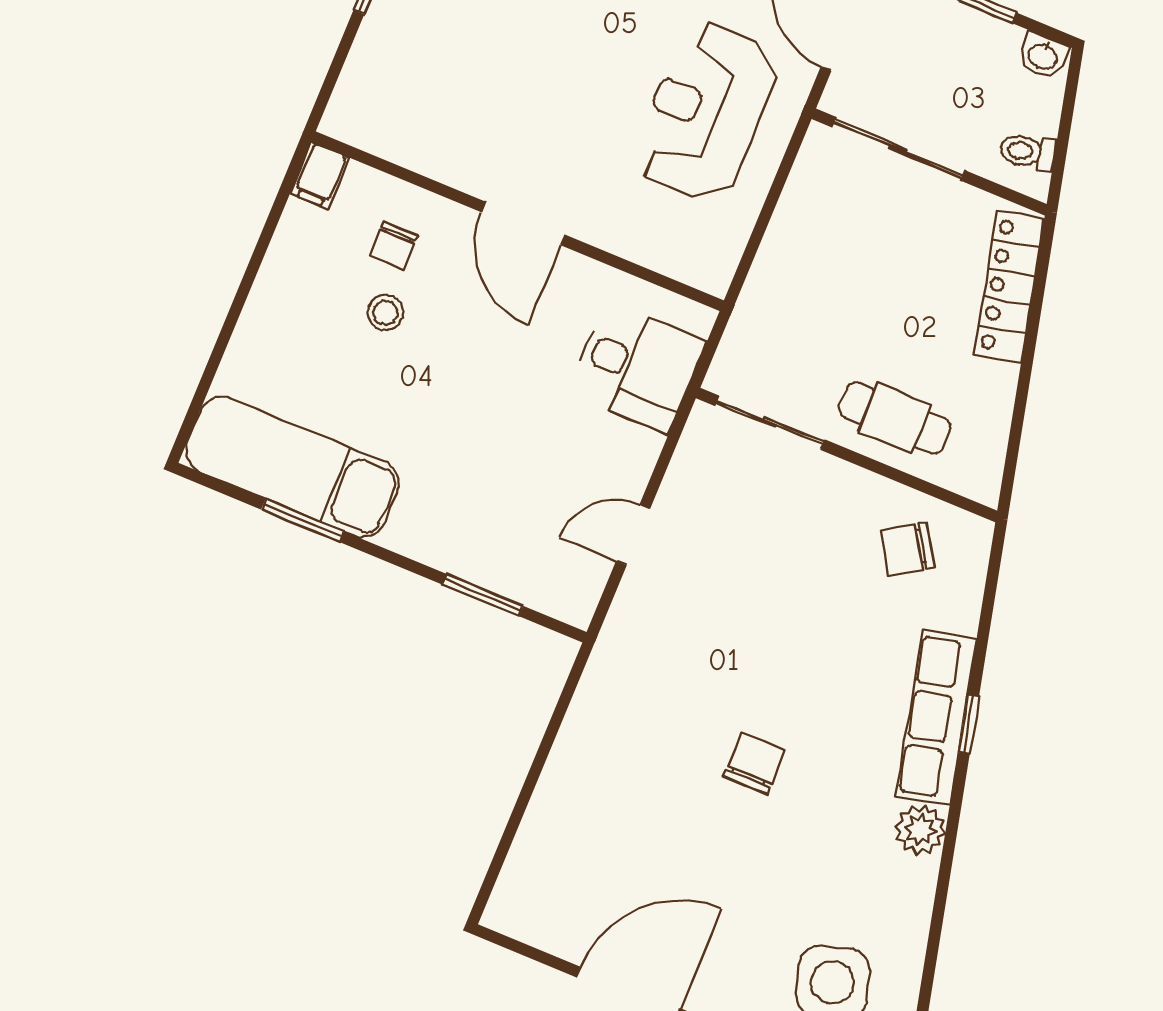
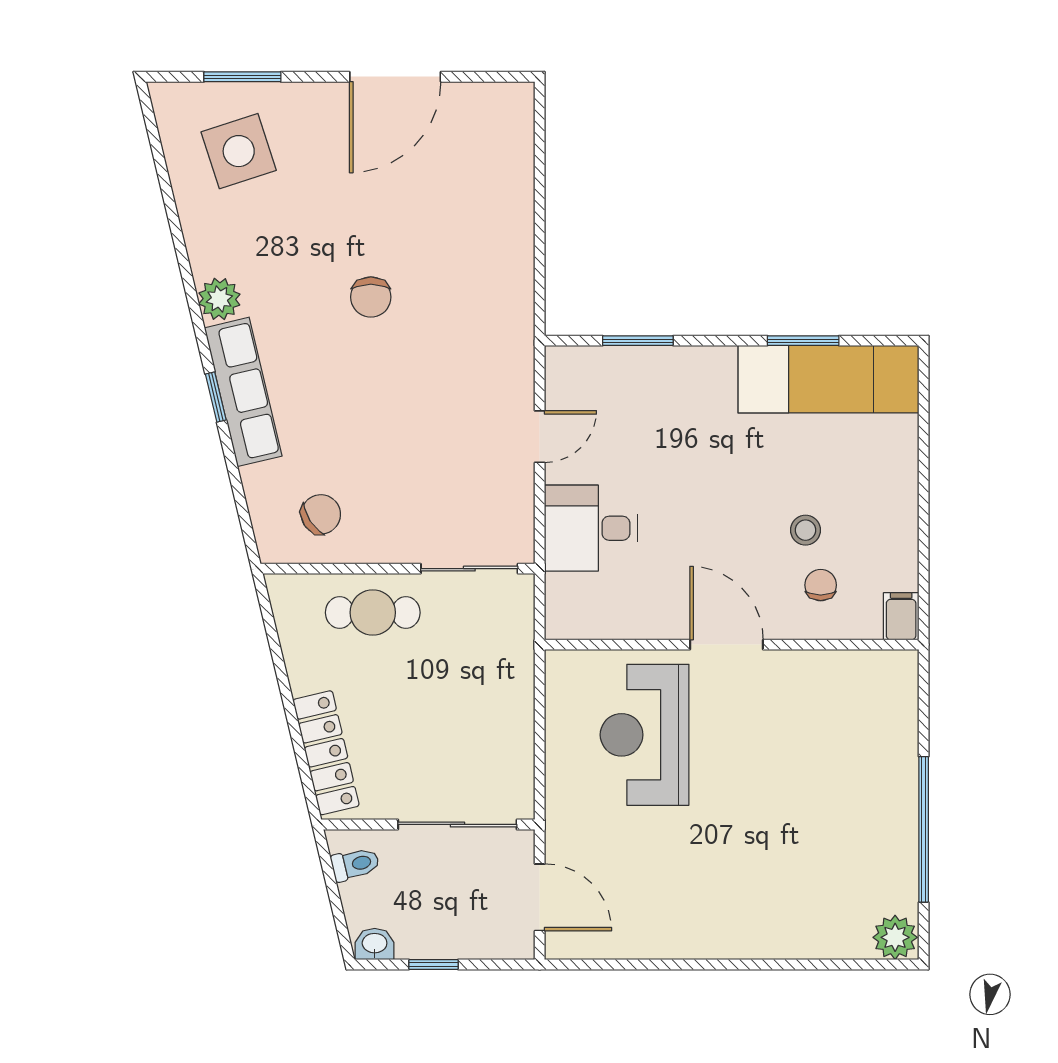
reception desk: (706, 111) -> (645, 735), moved, turned 180
desk: (637, 367) -> (591, 528), moved

